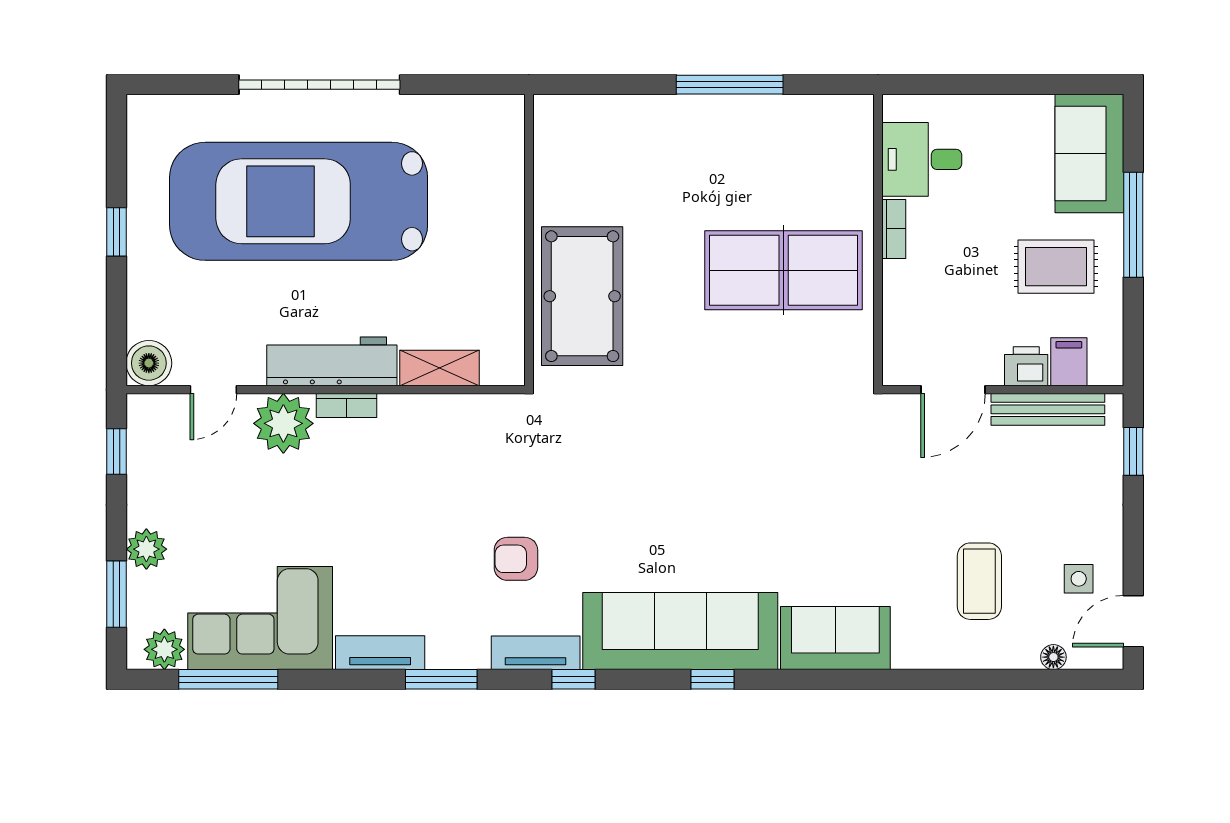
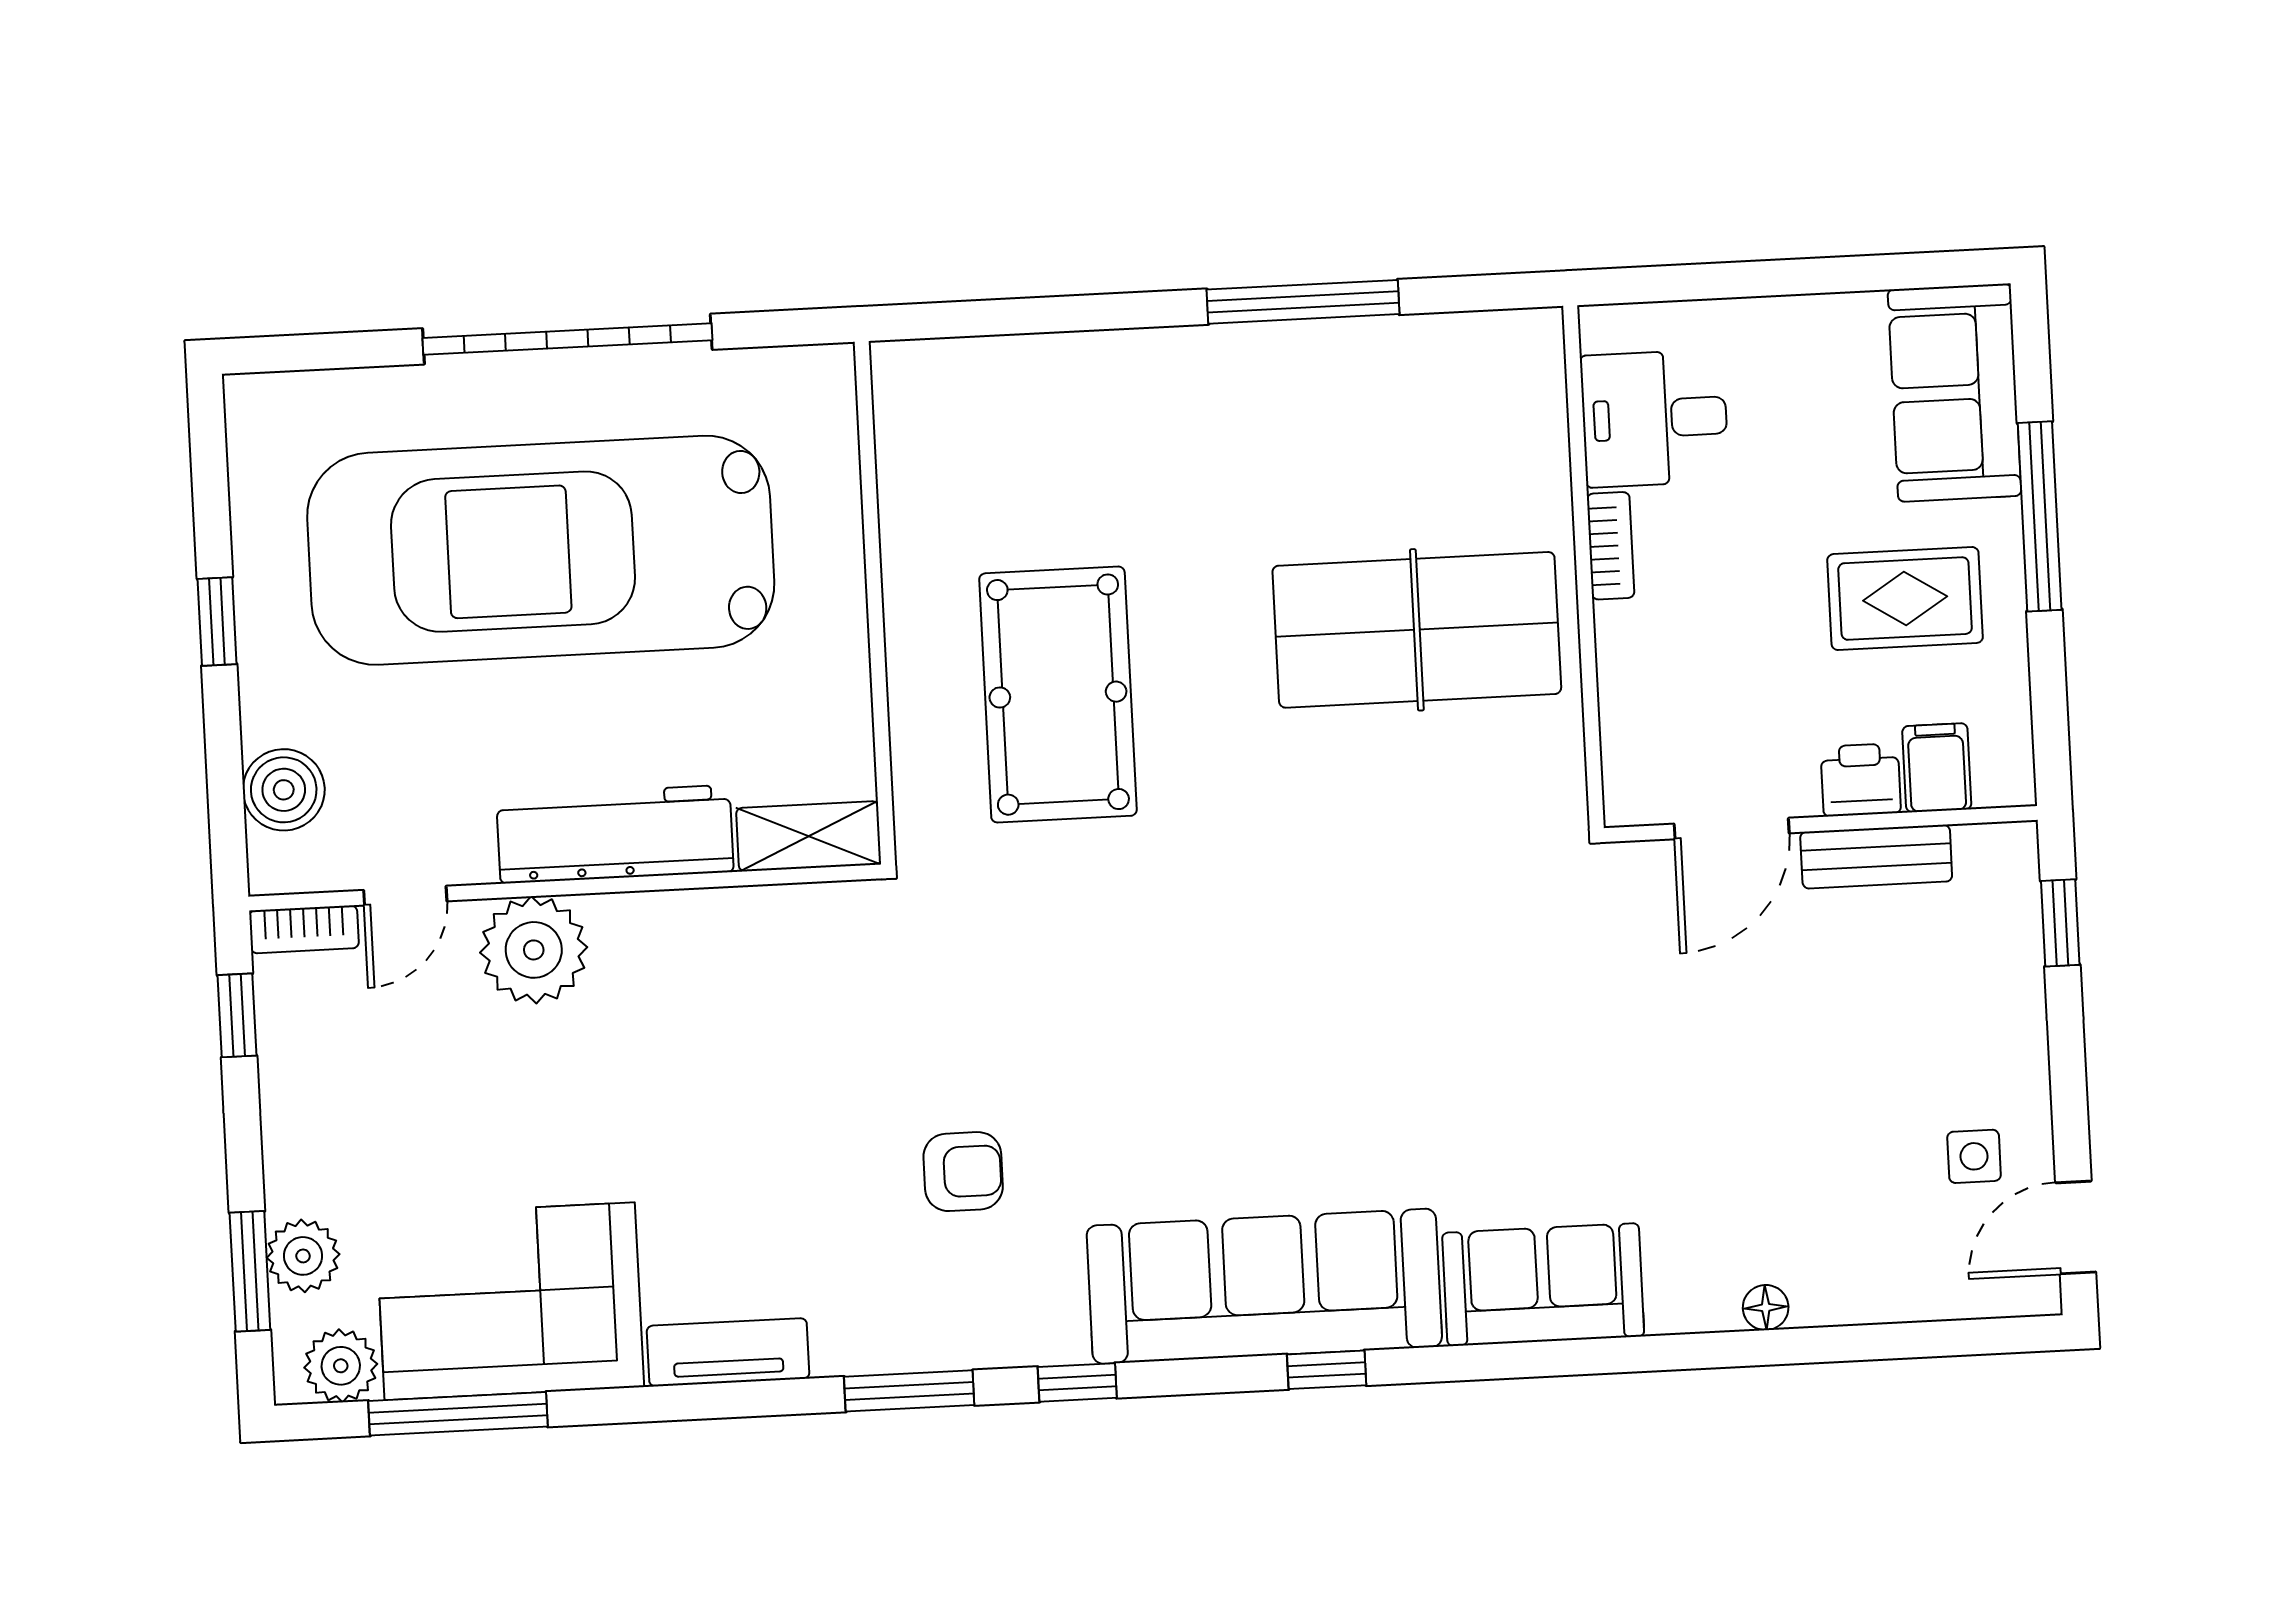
wall: (529, 240) -> (875, 603), moved
boiler: (149, 363) -> (284, 790), moved
bookcase: (346, 405) -> (304, 929), moved
bench: (1048, 409) -> (1876, 857), width x0.73
plant: (146, 549) -> (303, 1256), moved
armchair: (516, 559) -> (963, 1172), turned 180
coffee table: (979, 581) -> (1796, 1170), removed
tv unit: (536, 653) -> (1007, 1338), removed
floor lamp: (1053, 657) -> (1766, 1308), moved
window: (441, 679) -> (909, 1391), moved

